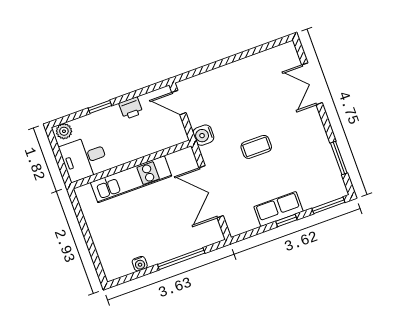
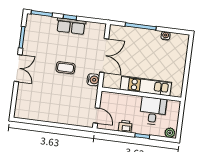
double door: (312, 84) -> (18, 68), moved
water cooler: (203, 135) -> (93, 80), moved
desk: (84, 158) -> (153, 111), moved, turned -90

